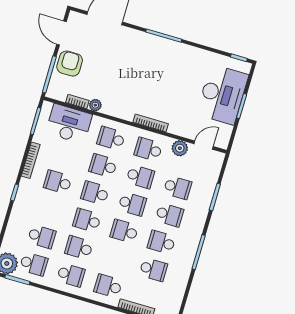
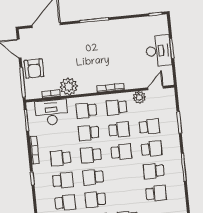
armchair: (70, 64) -> (34, 68), turned 180
desk: (222, 95) -> (158, 51), width x0.73, depth x0.77
plant: (95, 105) -> (69, 87), width x1.87, depth x1.87
school desk: (124, 231) -> (63, 180), moved, turned 180

